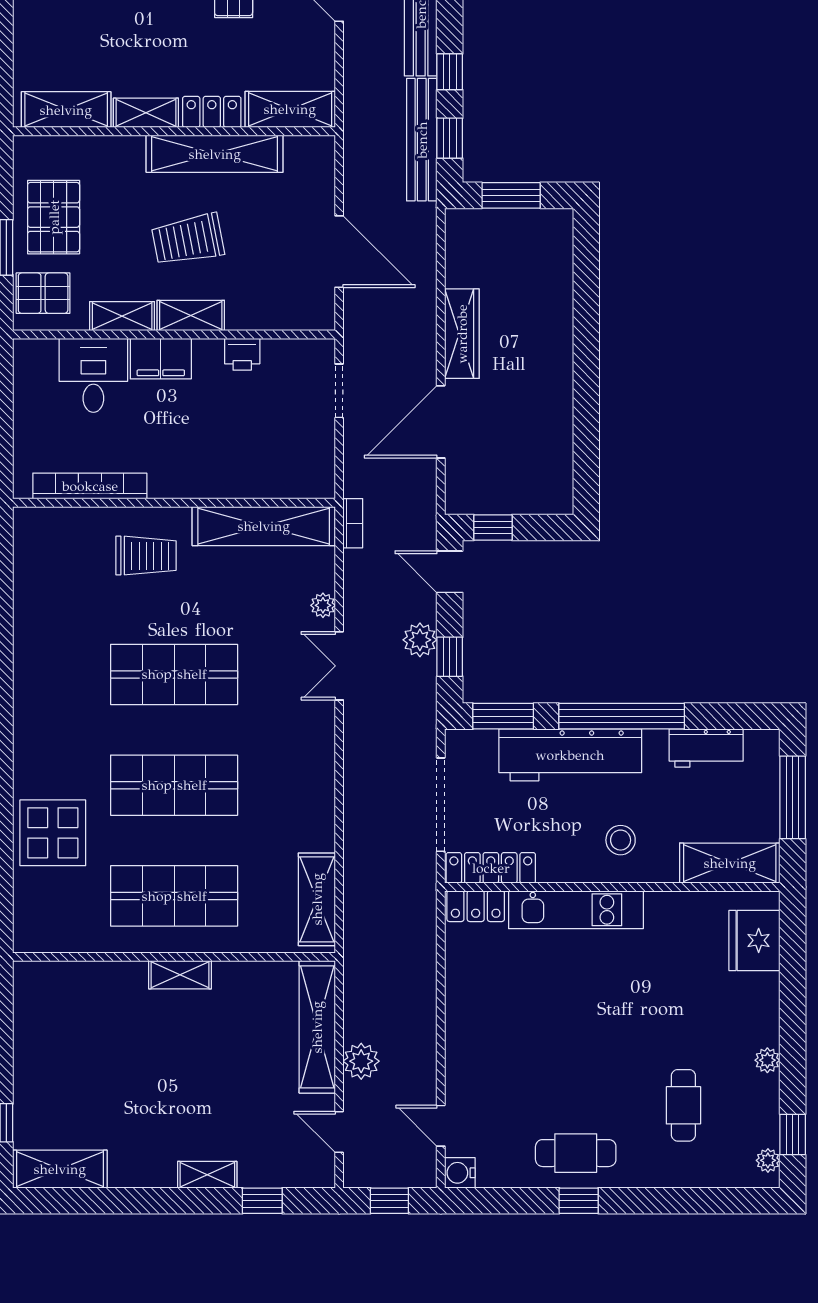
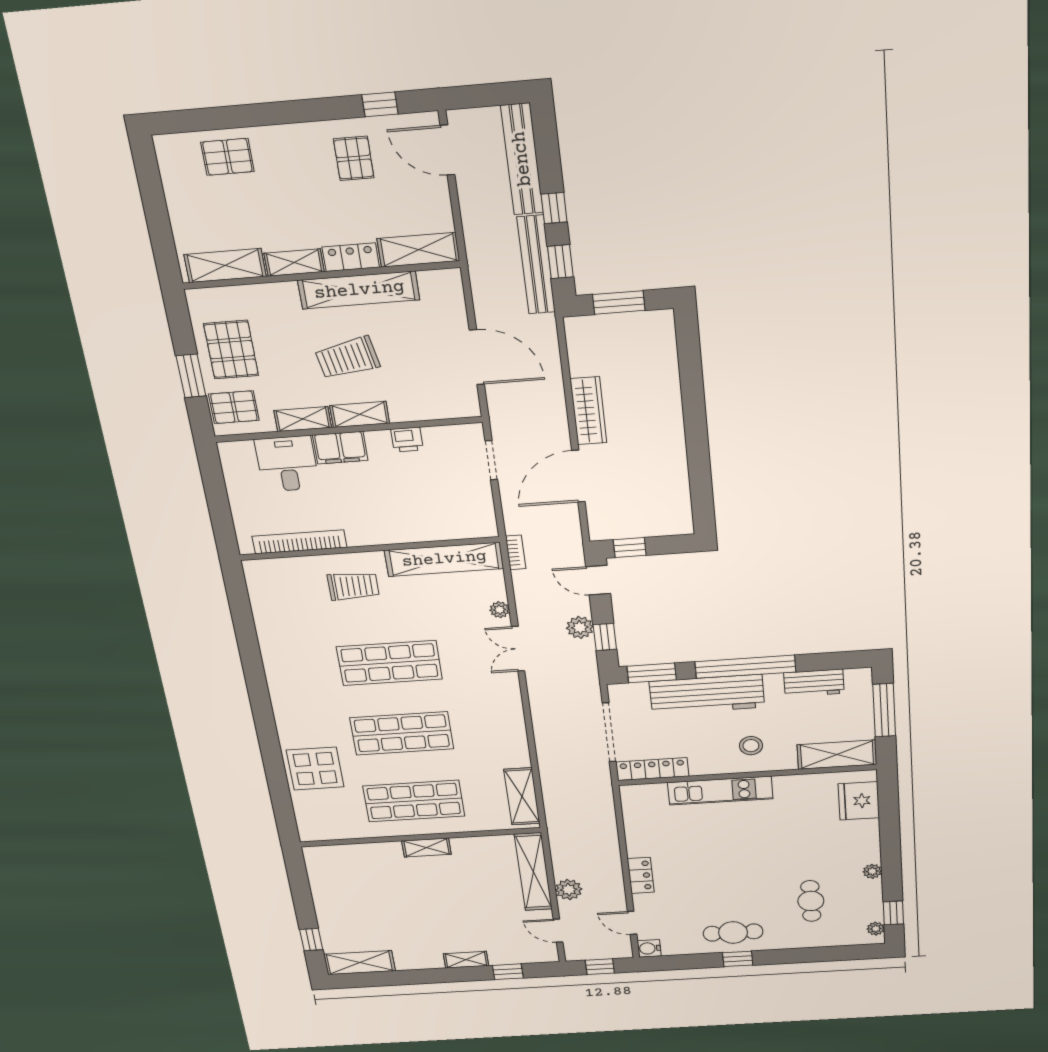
locker: (476, 906) -> (641, 875), moved, turned -90

